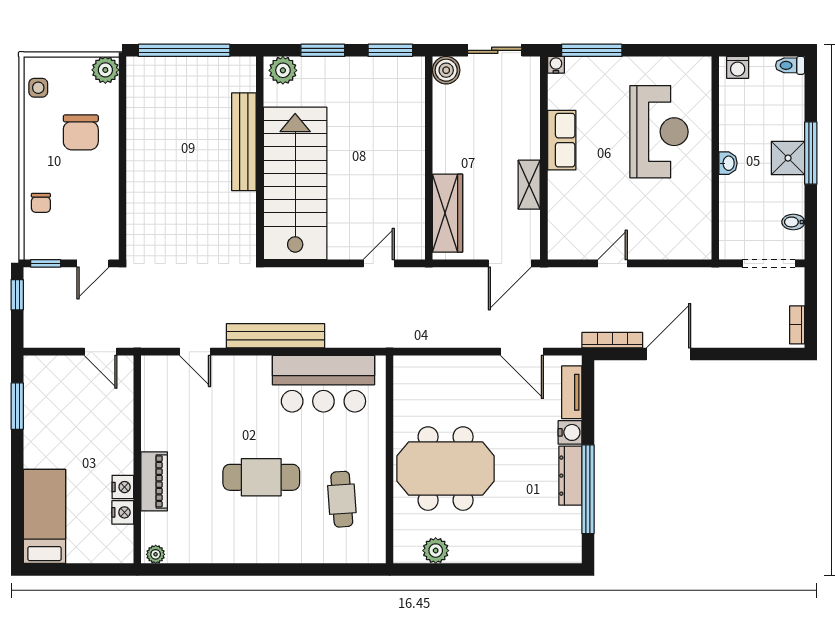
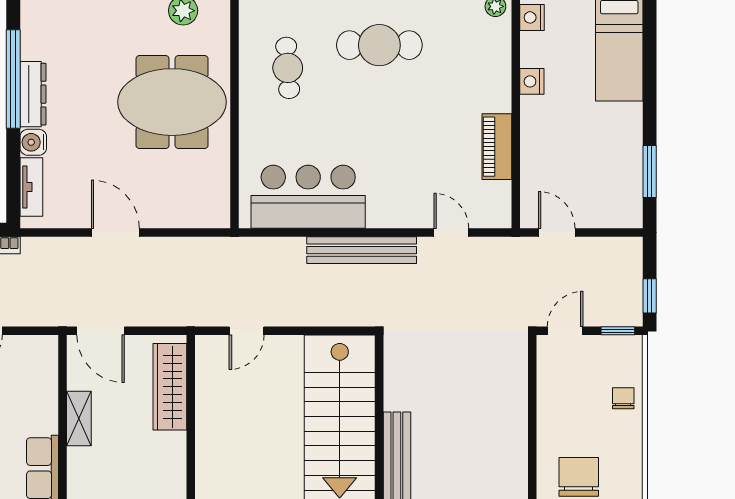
door: (510, 263) -> (101, 331), swing flipped
door: (522, 352) -> (115, 232), moved
cafe table: (261, 477) -> (379, 45), moved
piano: (154, 481) -> (497, 147), moved
nightstand: (123, 512) -> (532, 17), moved

